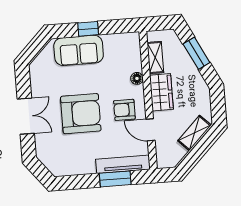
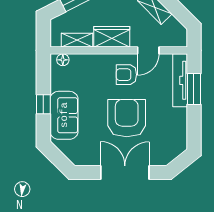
floor lamp: (137, 78) -> (63, 60), moved
armchair: (124, 110) -> (126, 75), turned 90
double door: (26, 116) -> (125, 173), width x1.37

